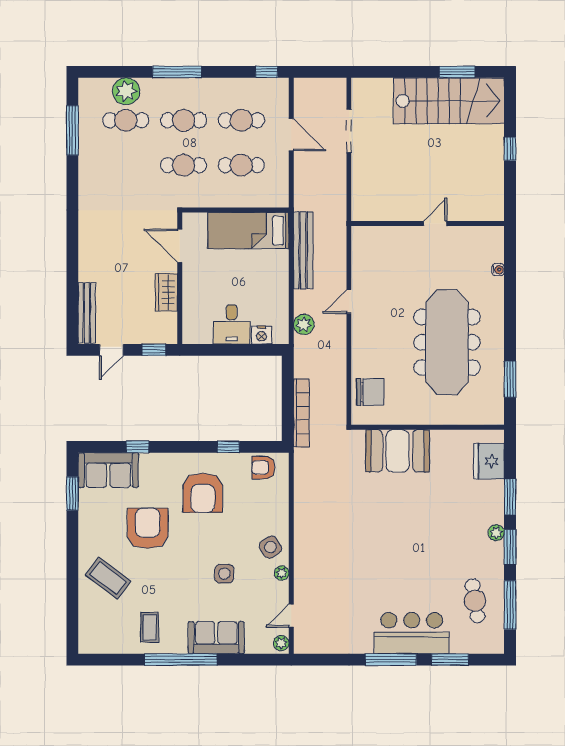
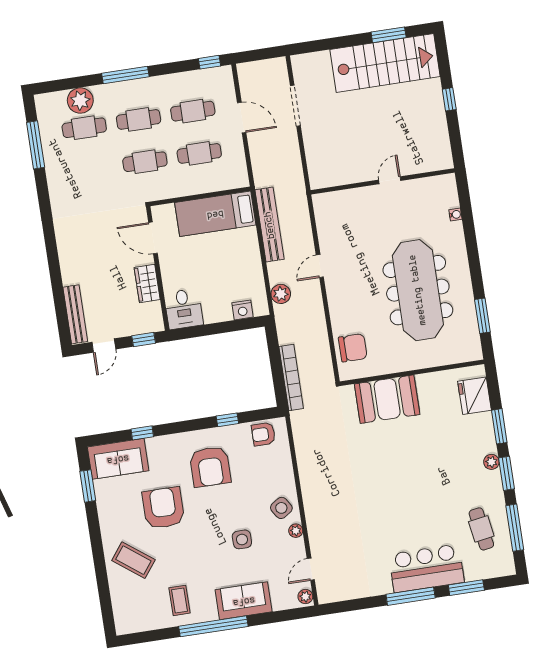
desk: (232, 324) -> (184, 309), moved

